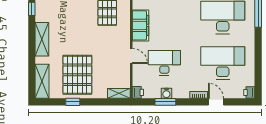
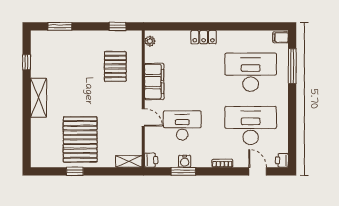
shelving: (42, 81) -> (39, 147), removed
door: (216, 102) -> (258, 171), moved

